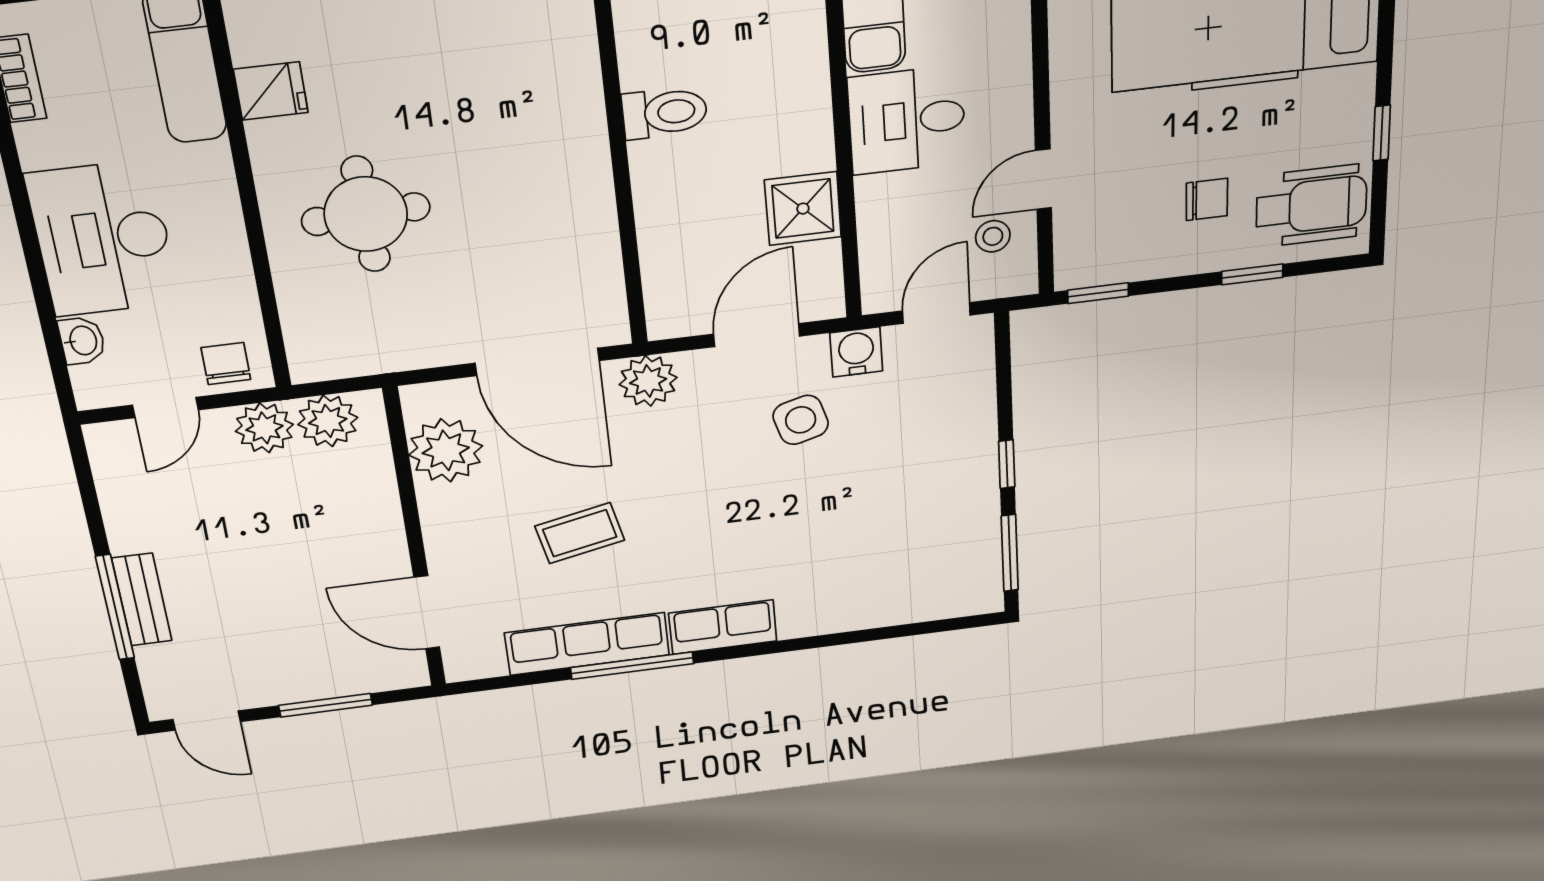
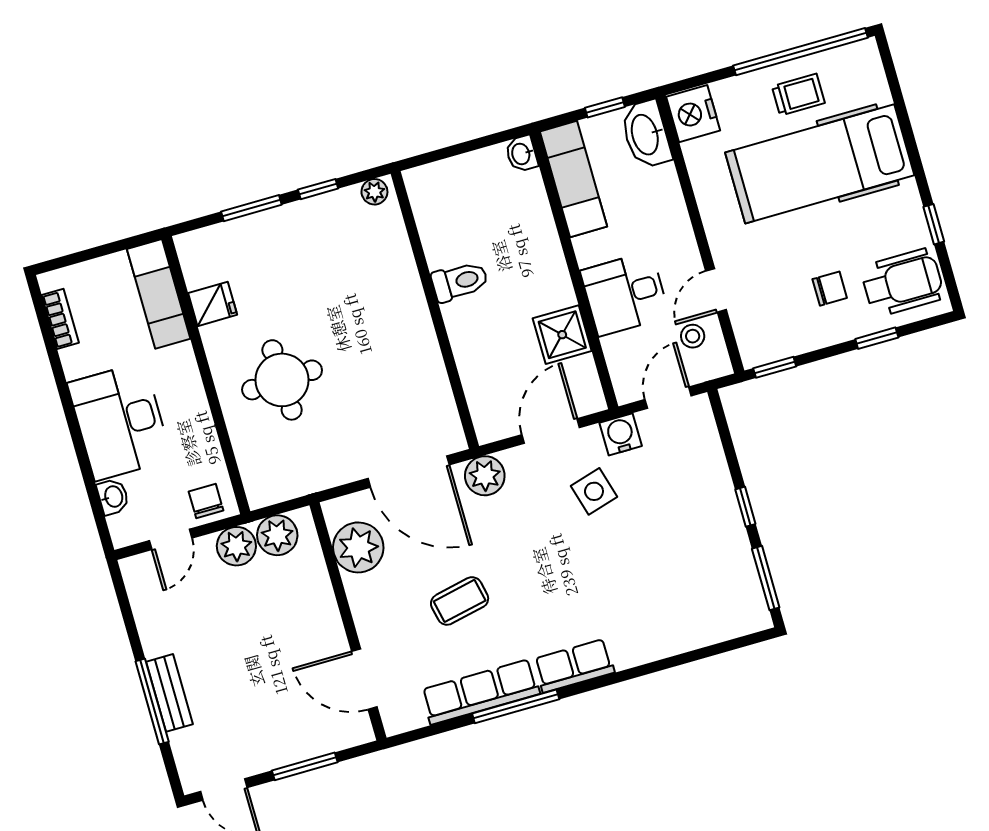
desk: (907, 120) -> (625, 294), moved

